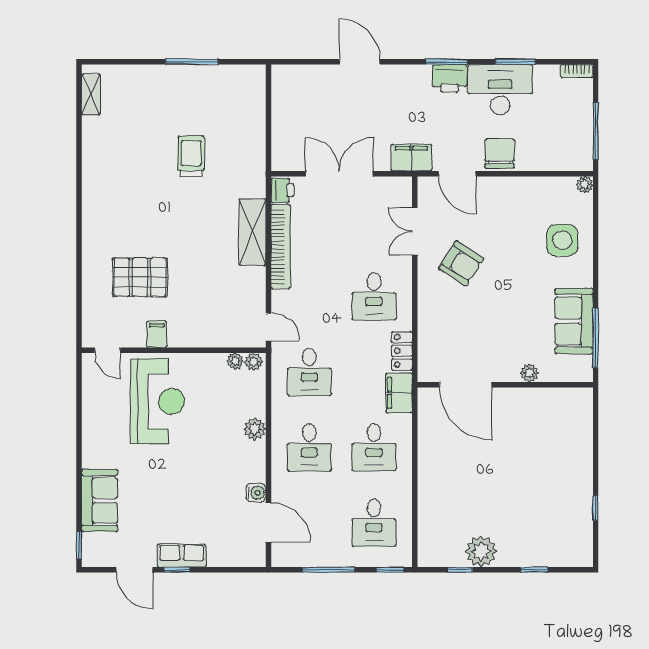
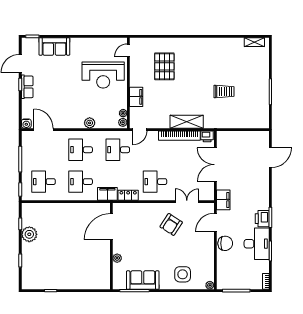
door: (360, 62) -> (270, 158), moved
double door: (339, 174) -> (215, 165), swing flipped
filing cabinet: (157, 334) -> (136, 97), moved, width x2.00
water cooler: (256, 493) -> (26, 124), moved
door: (268, 523) -> (44, 130), swing flipped

